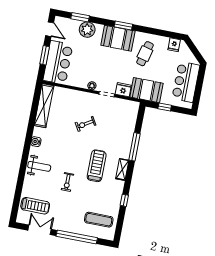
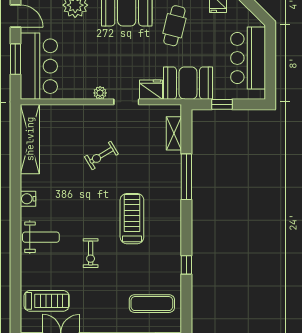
shelving: (122, 169) -> (174, 133), moved

